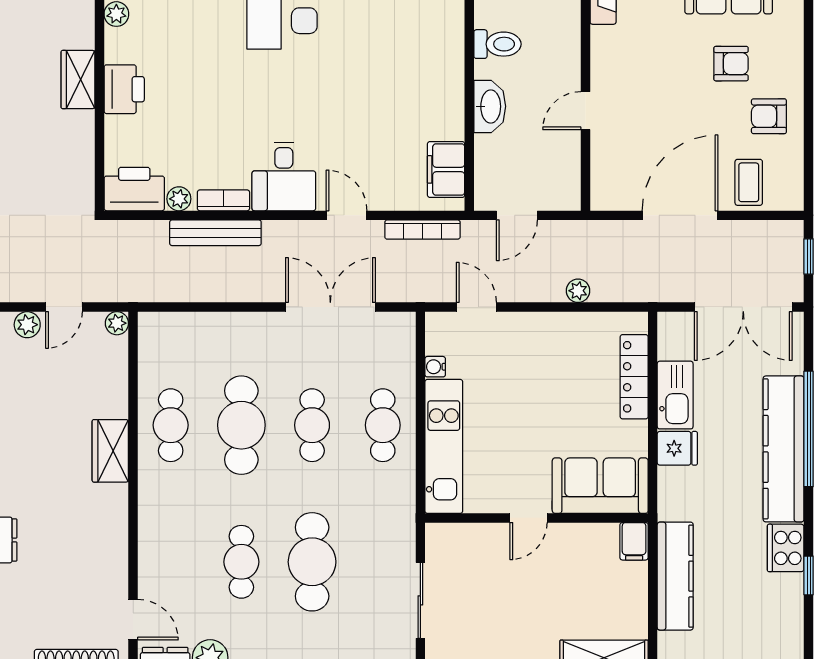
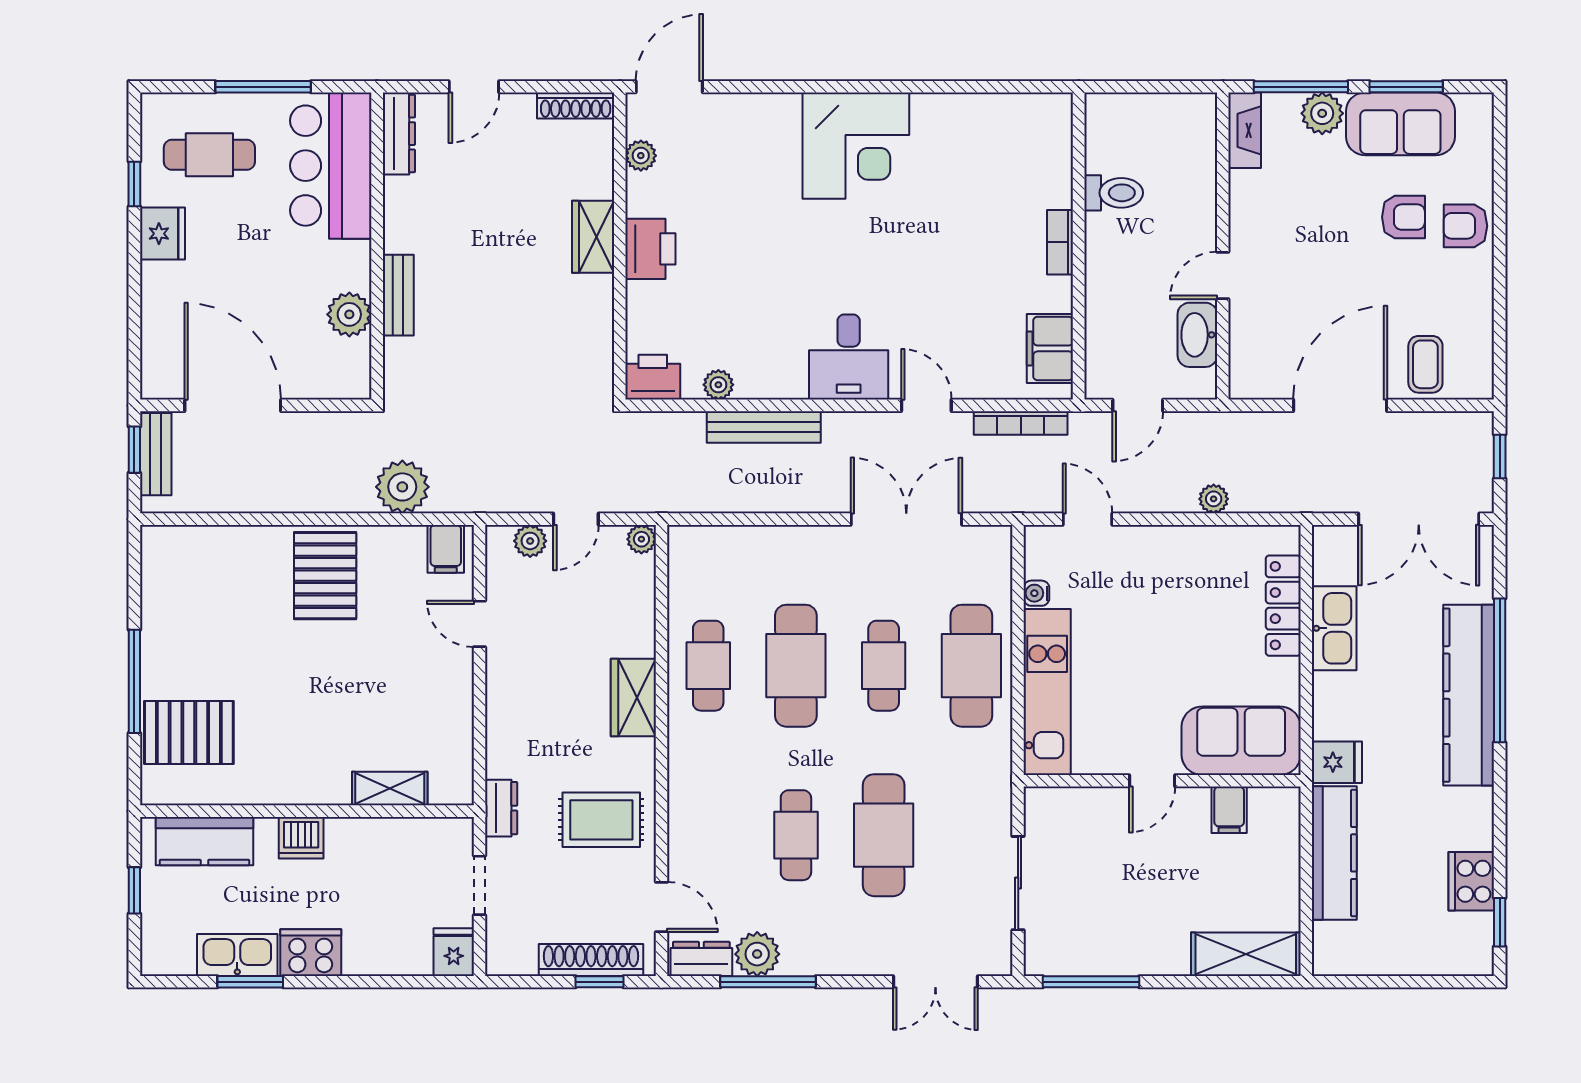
washbasin: (490, 106) -> (1197, 335), moved, turned 180
armchair: (769, 116) -> (1465, 226), moved
printer: (134, 189) -> (653, 377), width x0.73, depth x0.84
bookcase: (223, 200) -> (1060, 242), moved, turned -90
cafe table: (383, 425) -> (971, 666), width x1.37, depth x1.35
fridge: (677, 448) -> (1337, 762), moved
filing cabinet: (634, 541) -> (1229, 810), moved
cooker: (786, 548) -> (1471, 881), moved
rug: (85, 549) -> (601, 820), added
window: (809, 575) -> (1500, 922), moved

